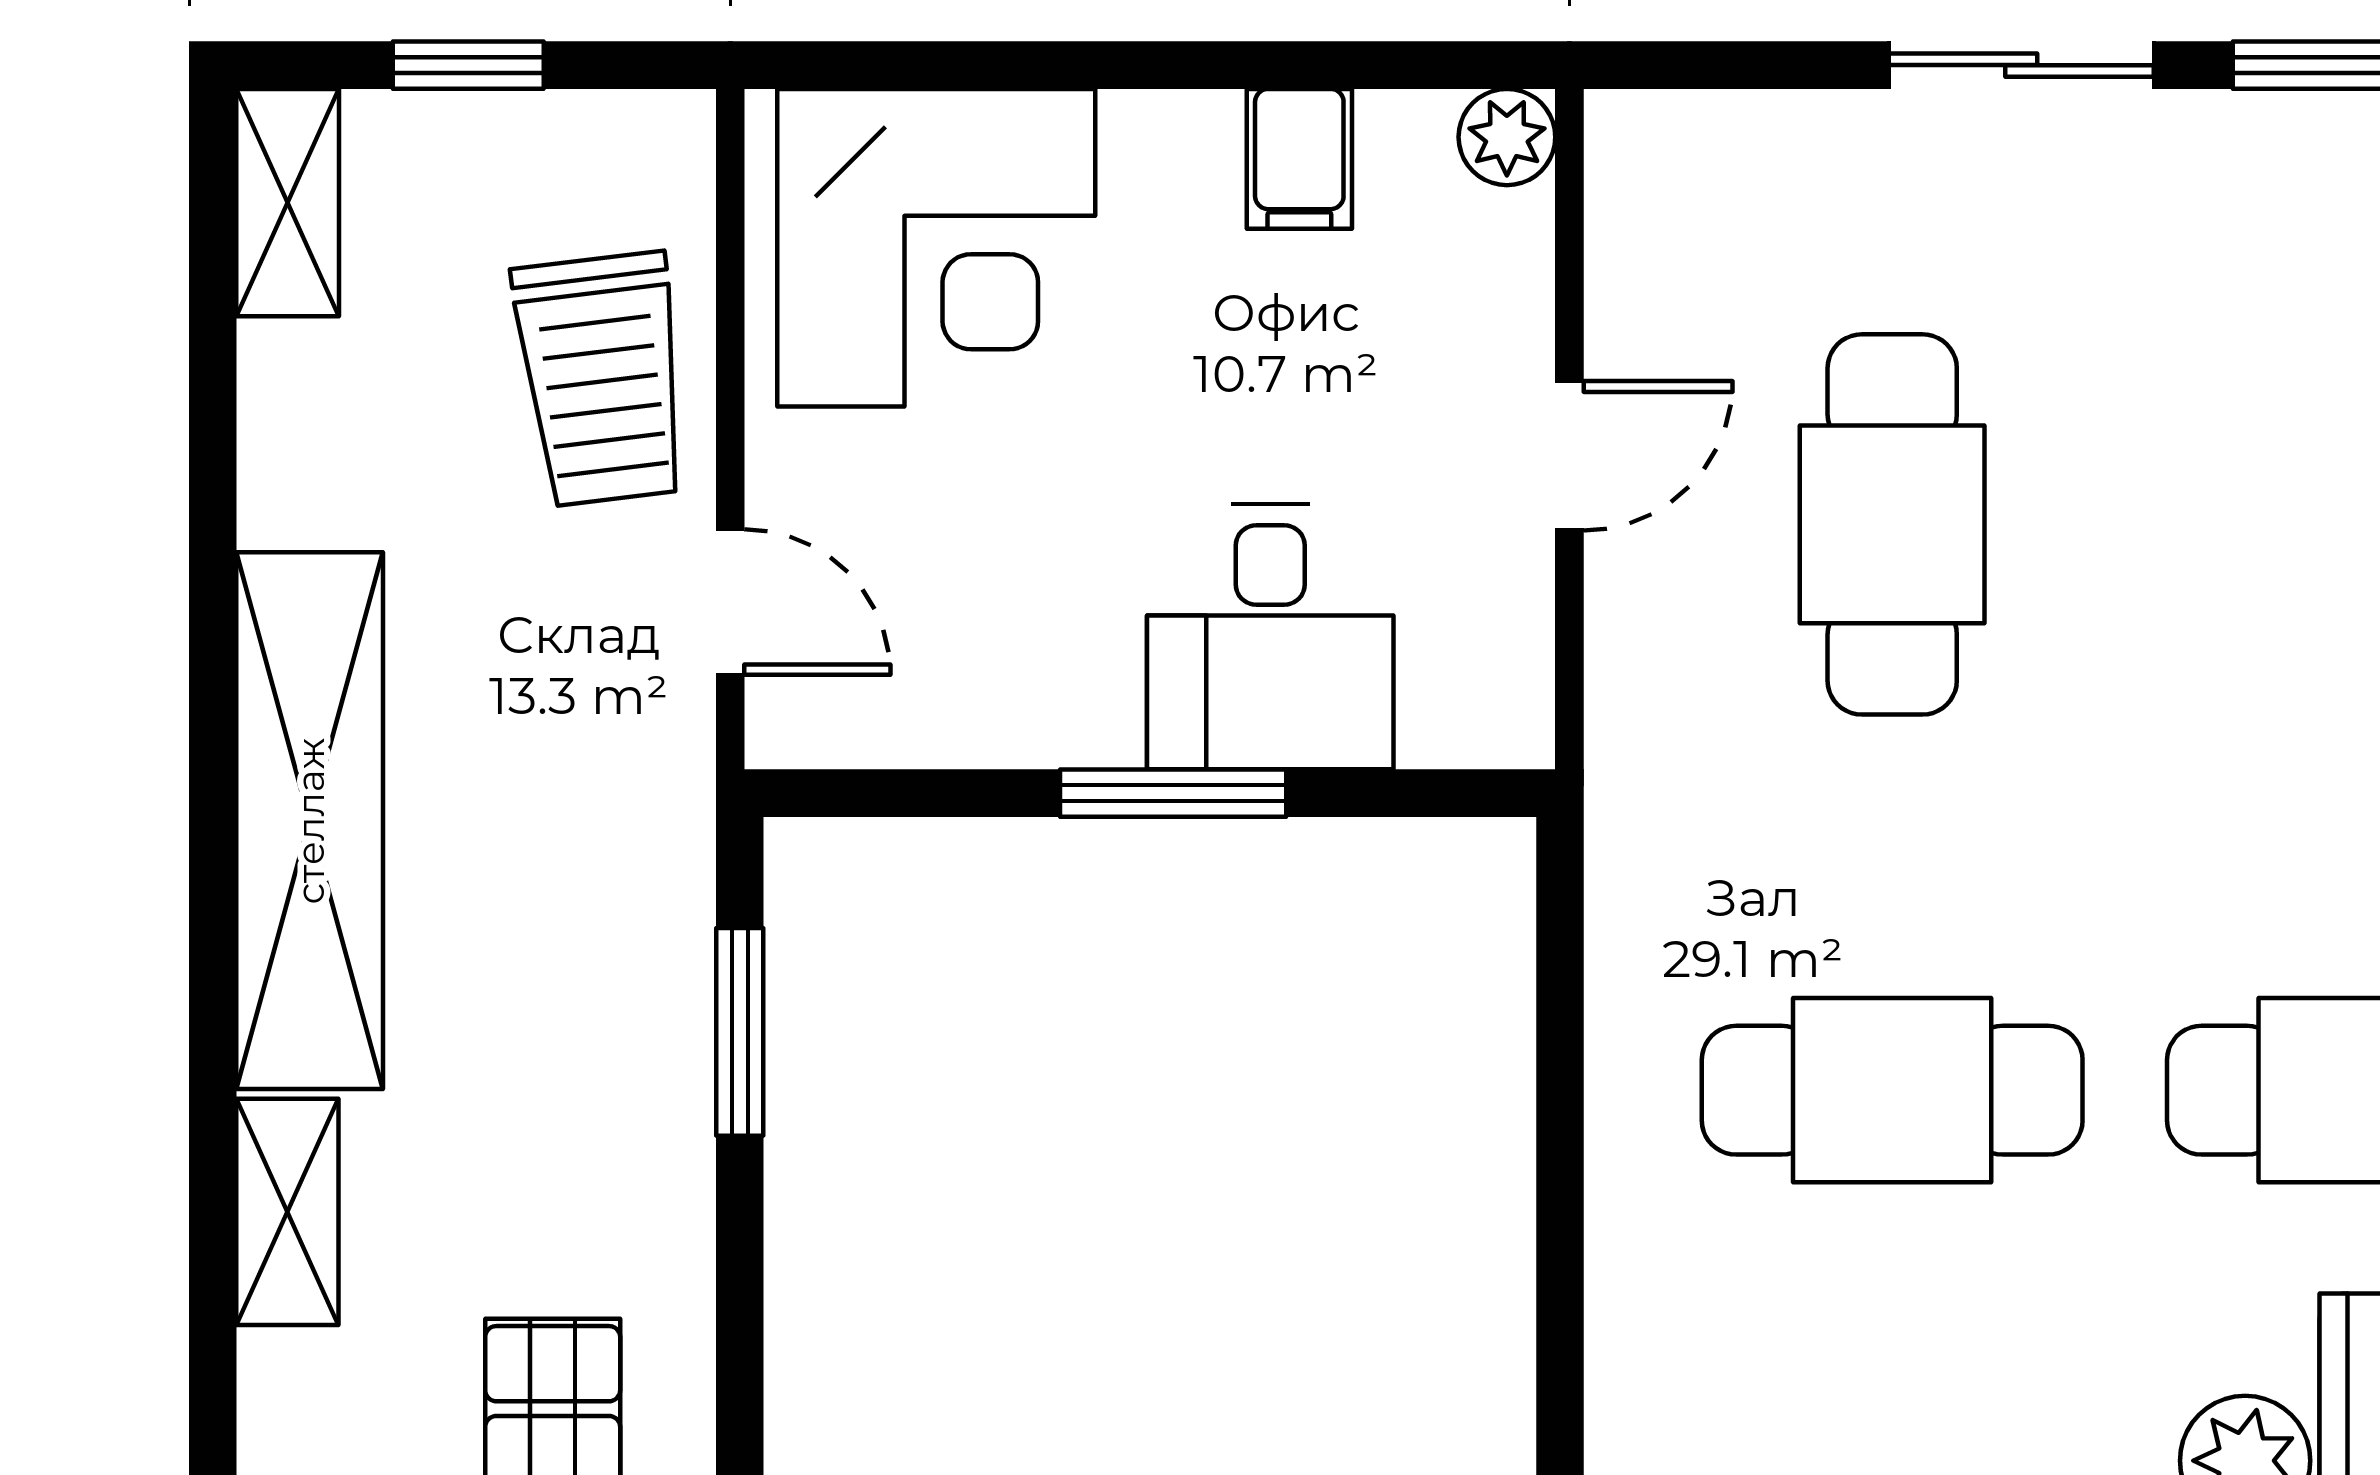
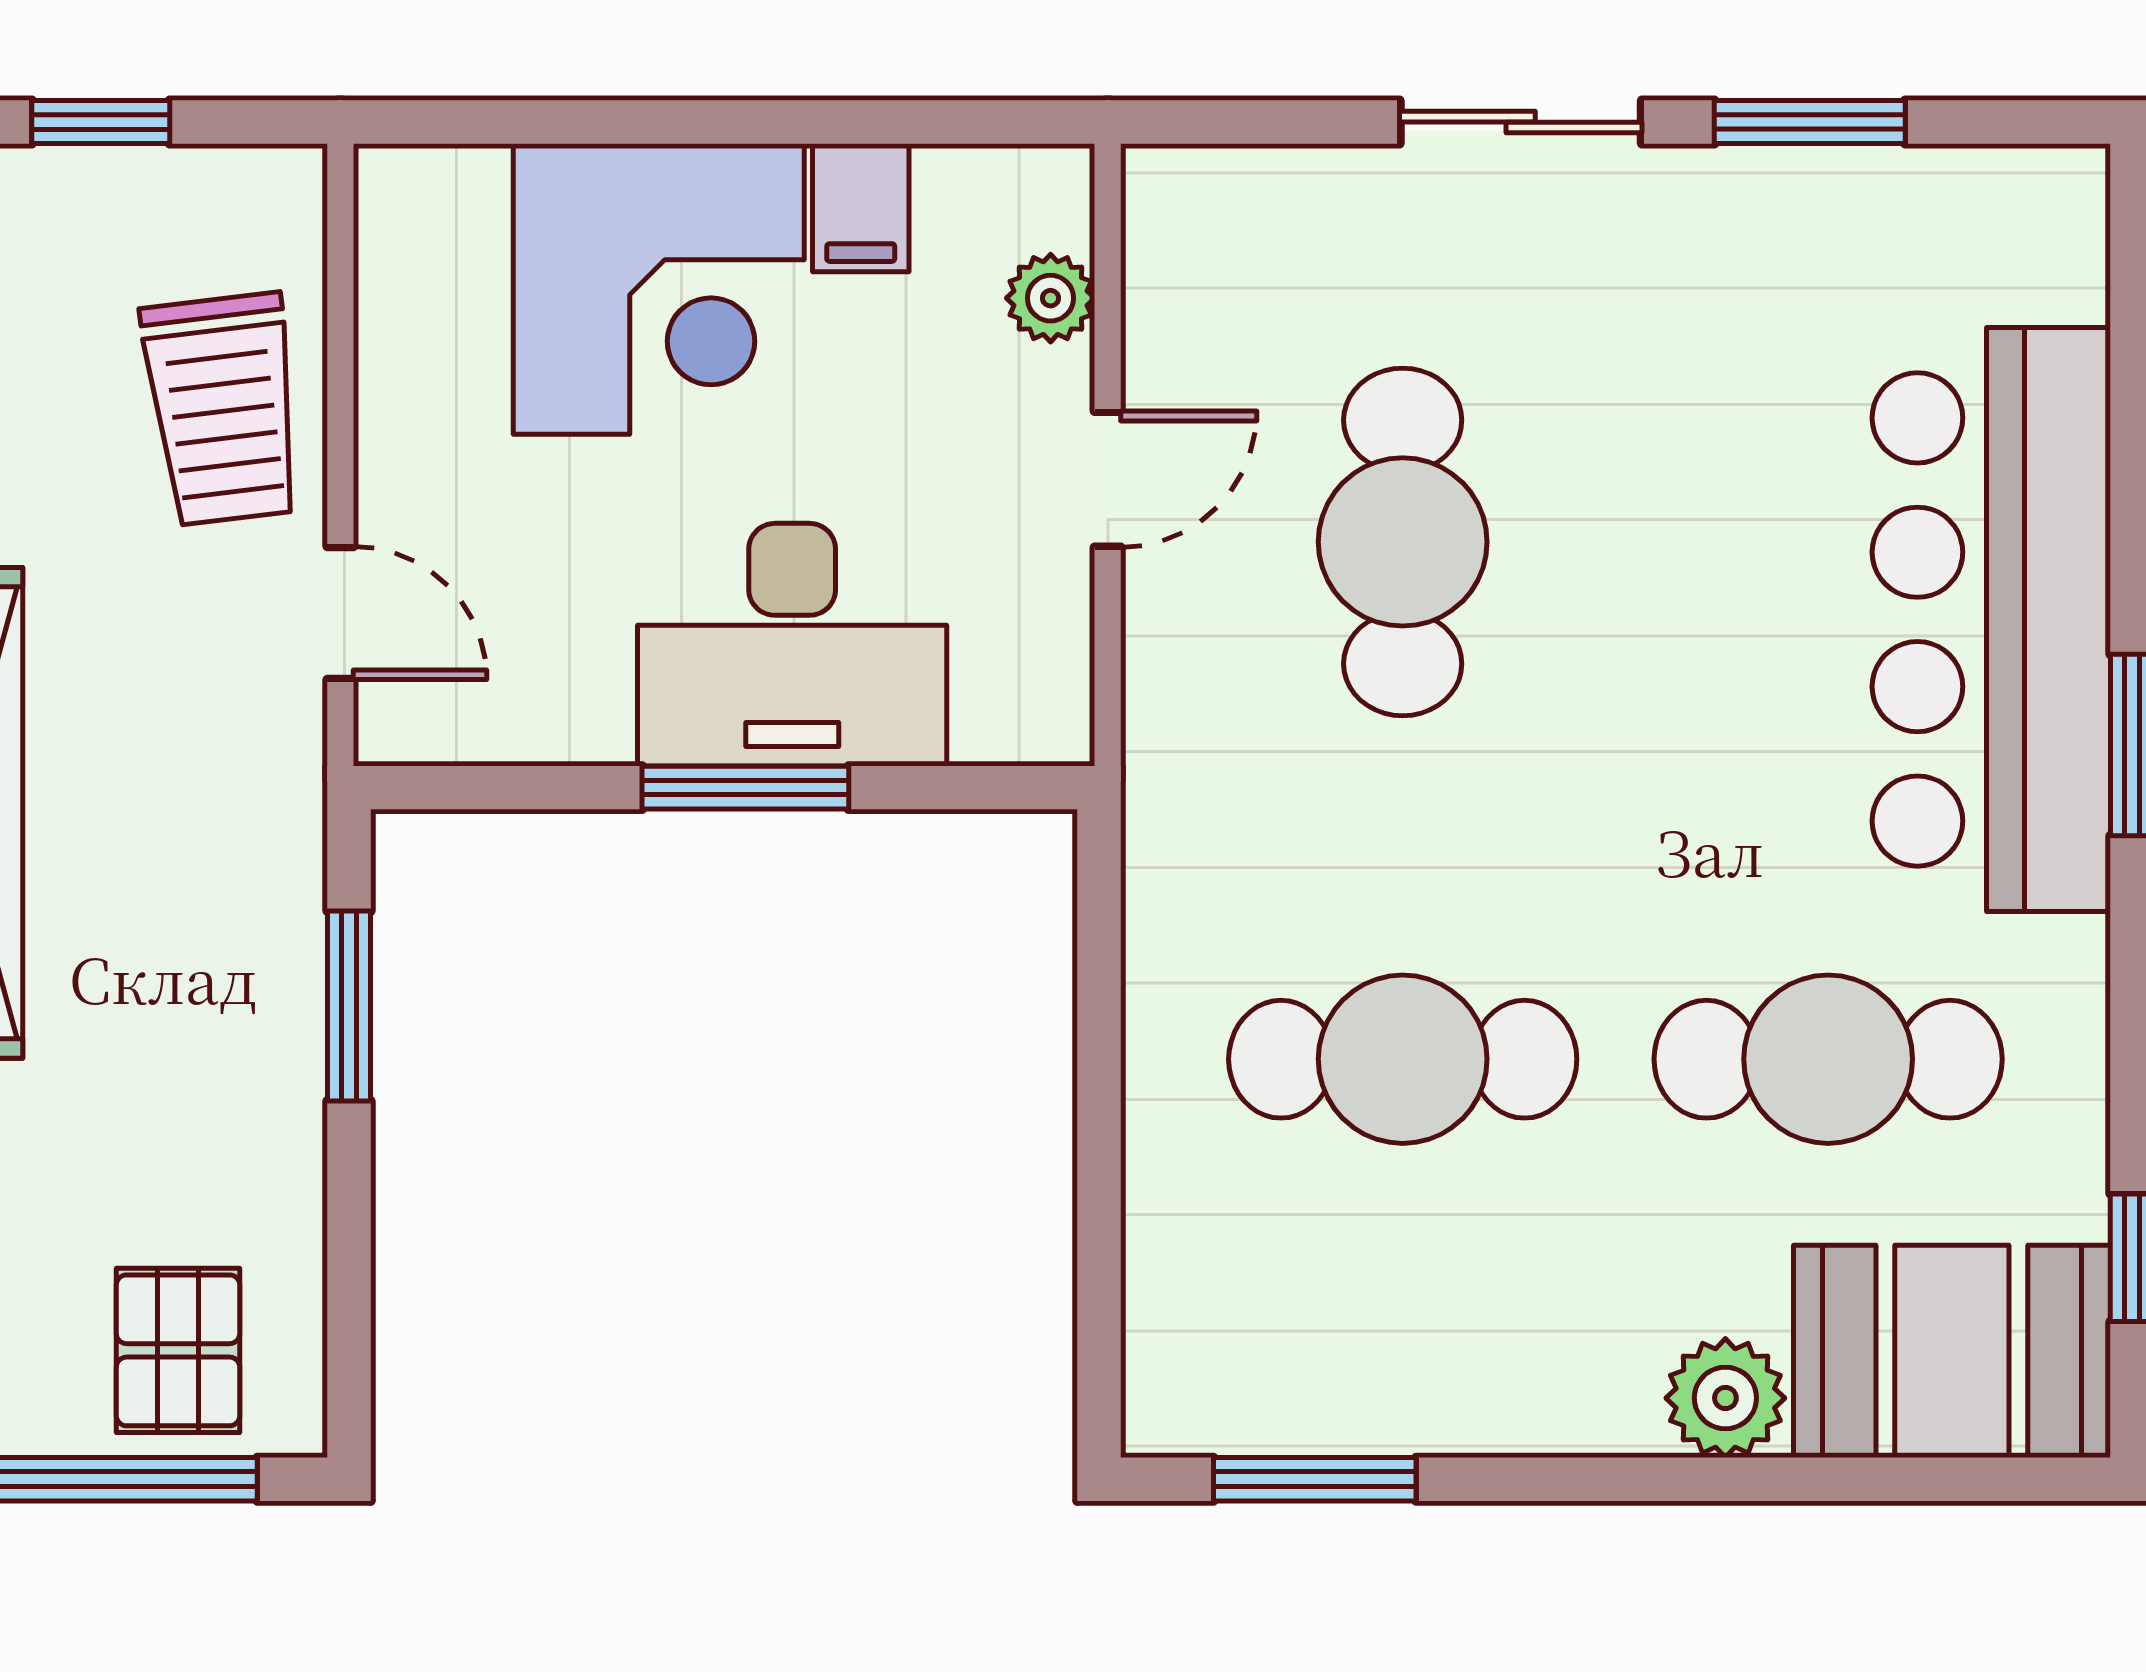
plant: (1507, 137) -> (1051, 298), moved
corner desk: (936, 248) -> (659, 289), moved
desk: (1270, 637) -> (792, 645), width x1.37

